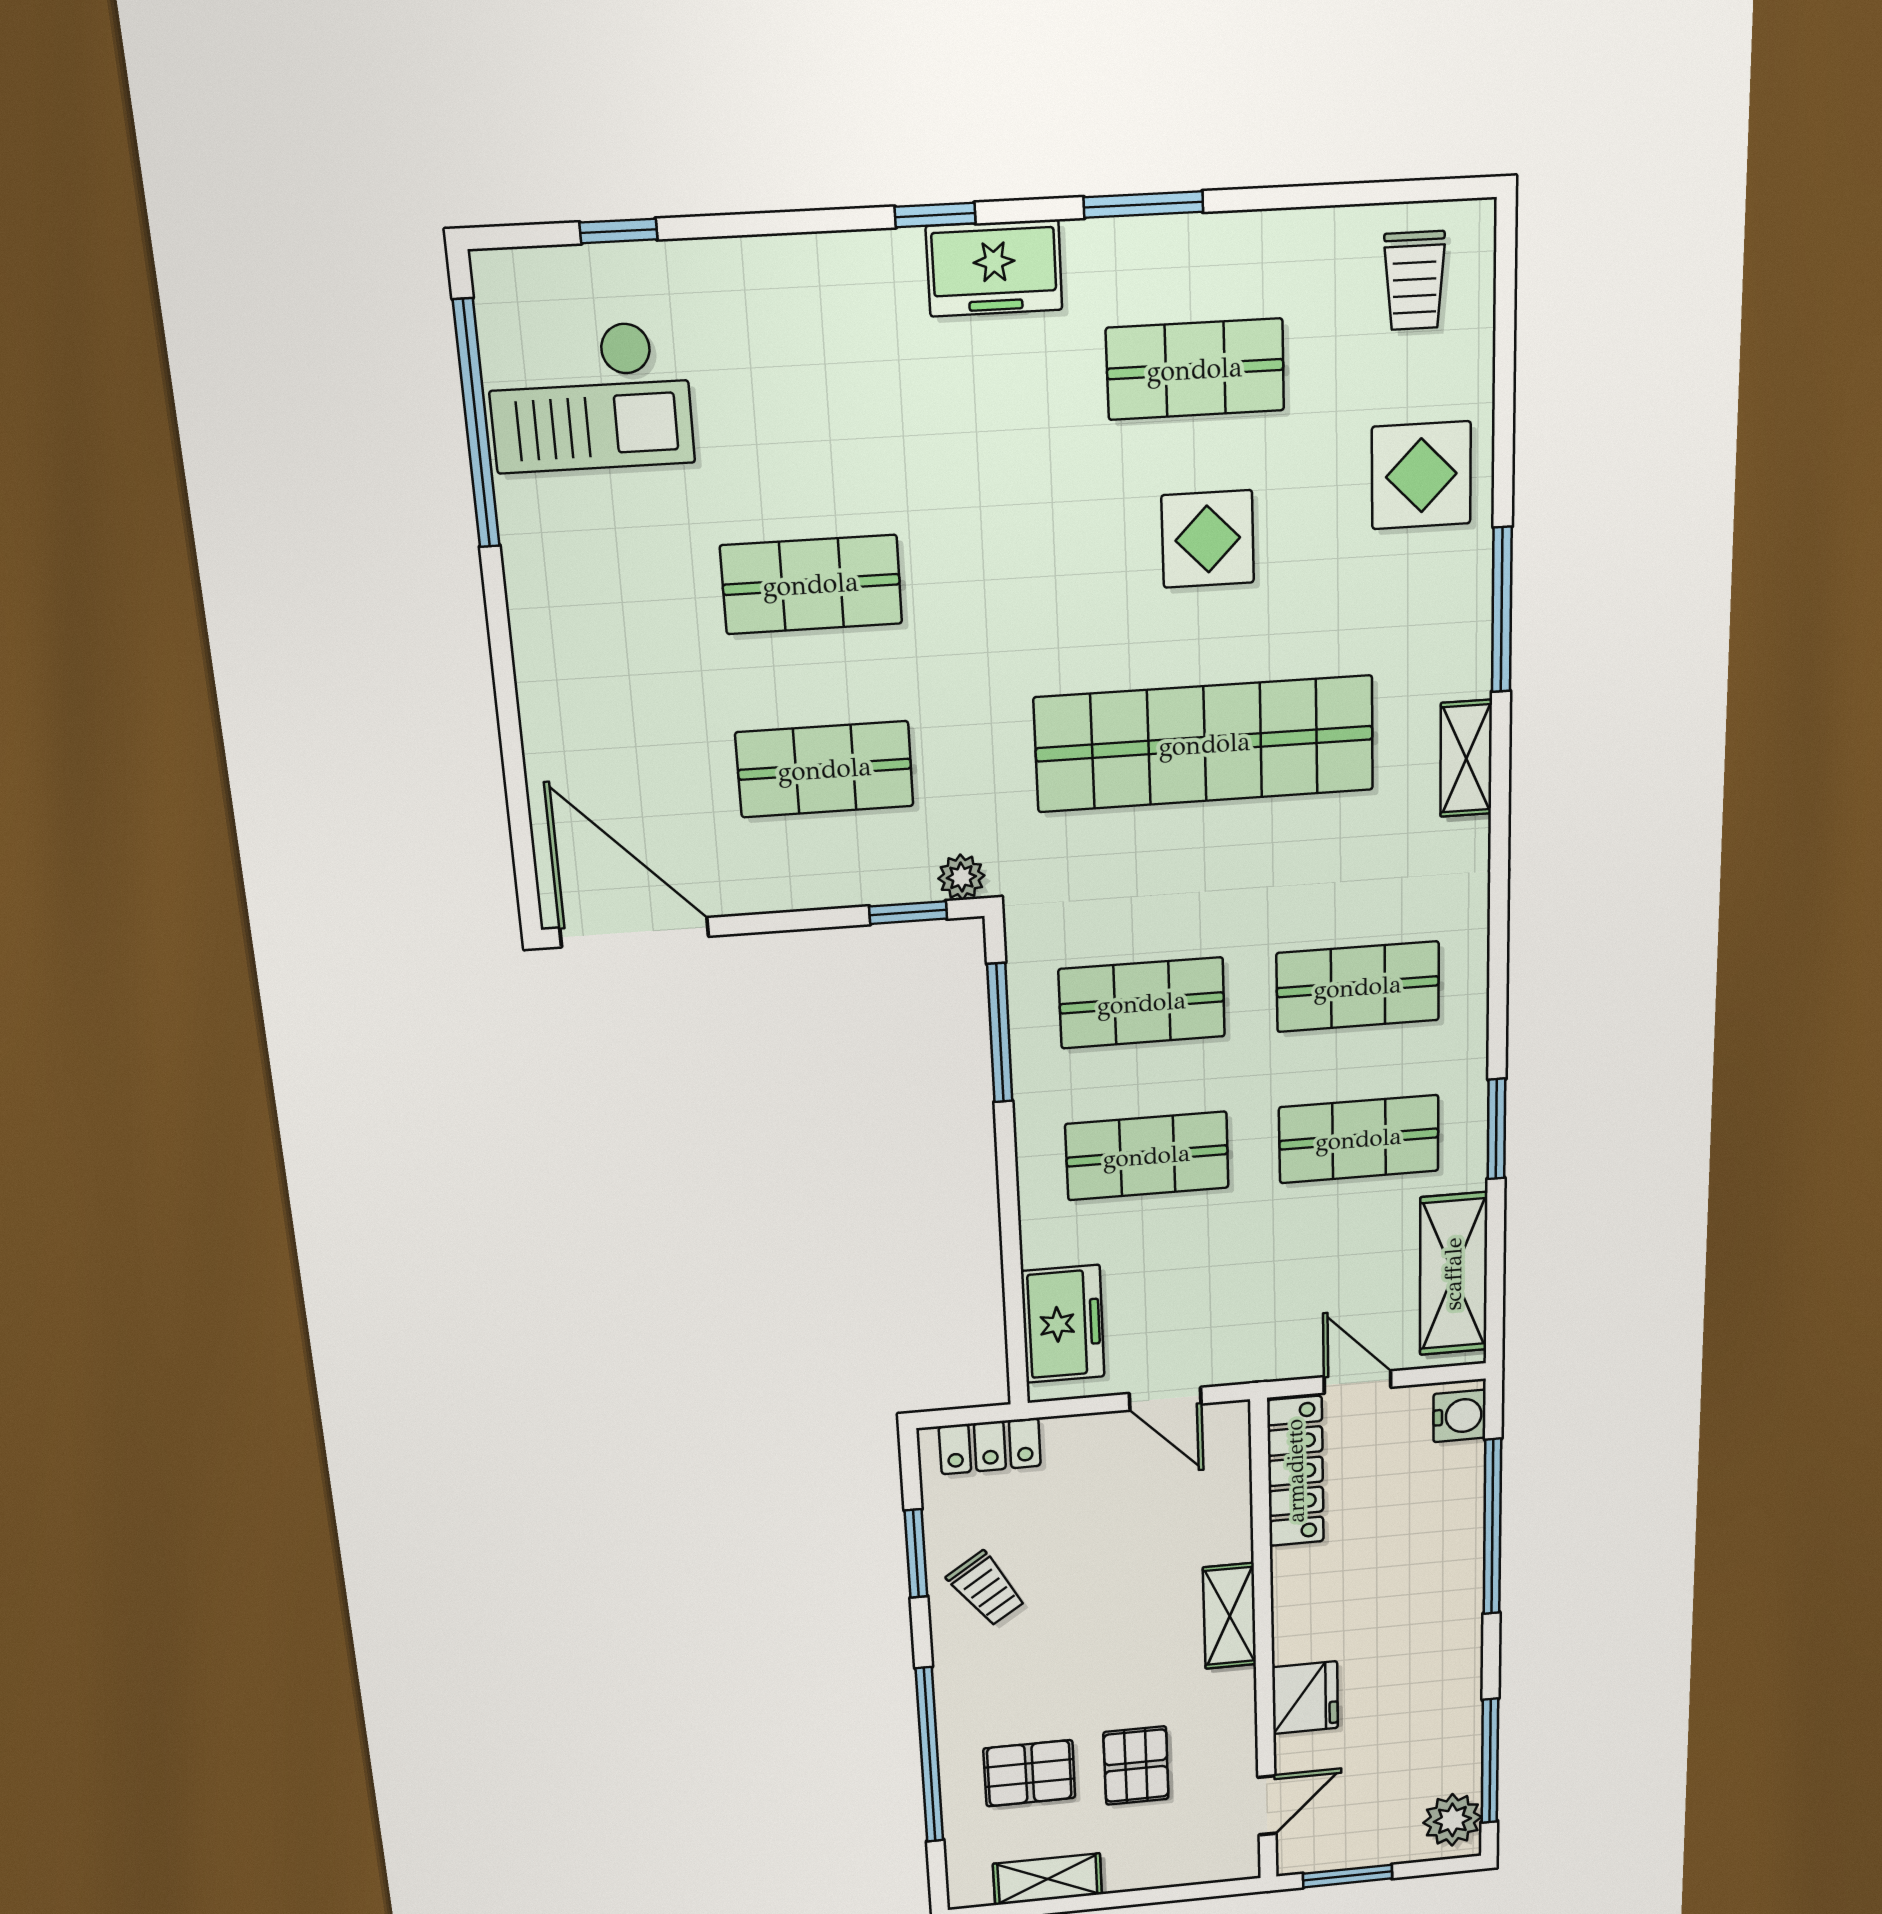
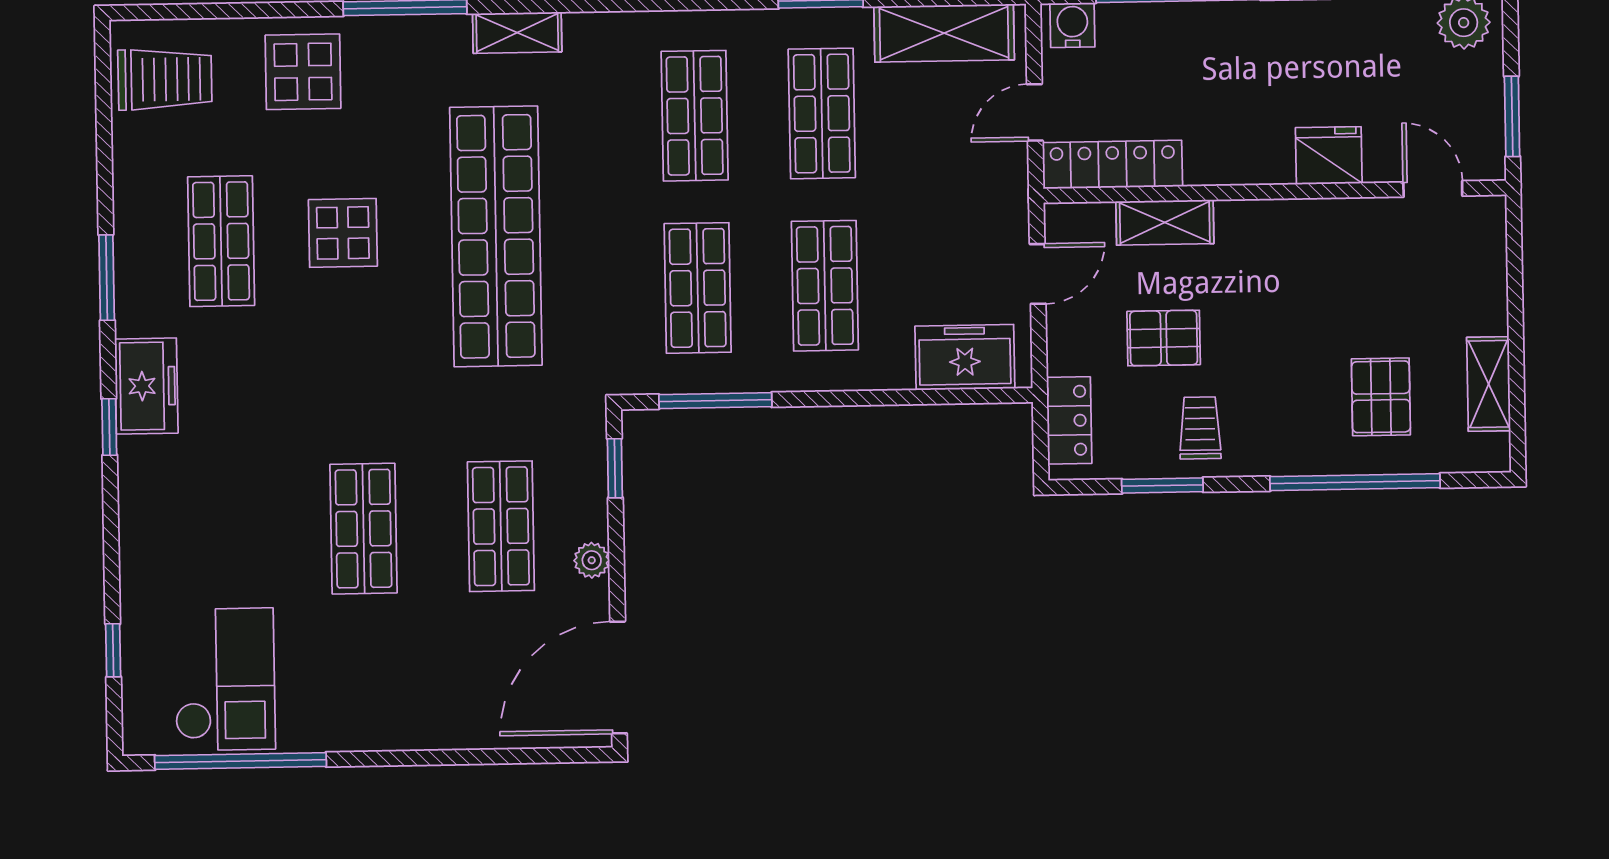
trolley: (1415, 281) -> (165, 79), width x1.36, depth x1.39
plant: (961, 877) -> (592, 560), moved
trolley: (986, 1589) -> (1200, 428), turned -56
shelving: (1230, 1616) -> (1165, 222), moved
pallet: (1136, 1766) -> (1164, 338), moved

